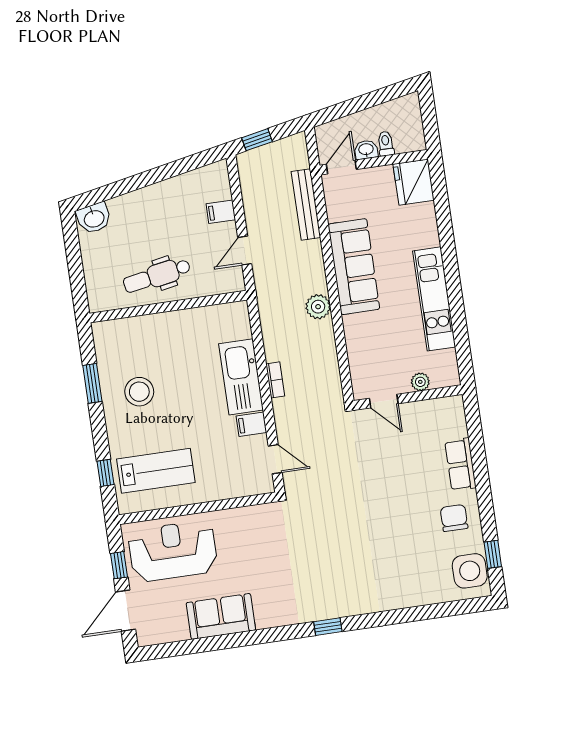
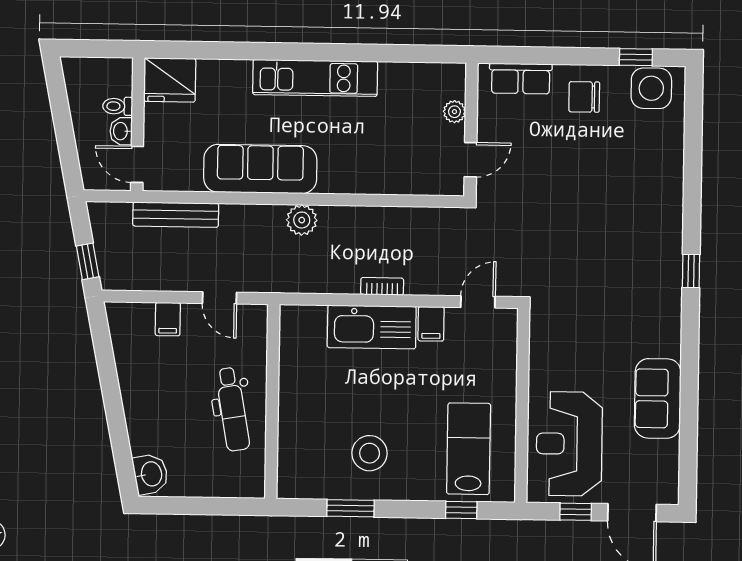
plant: (420, 382) -> (454, 112), moved
wall: (408, 397) -> (471, 130), moved
door: (384, 401) -> (471, 160), moved

